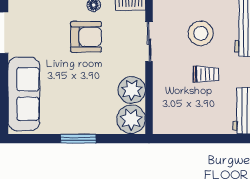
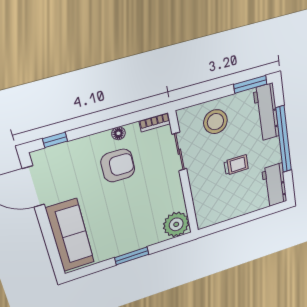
stool: (201, 33) -> (215, 122), moved
plant: (132, 90) -> (172, 200), removed

